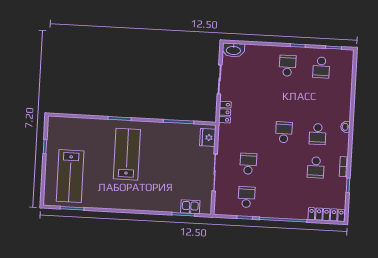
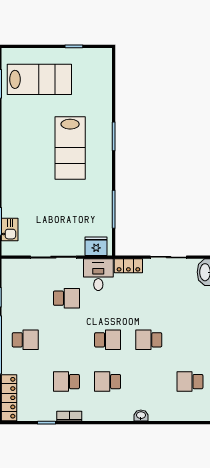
school desk: (287, 66) -> (149, 340), moved, turned 180
washbasin: (345, 127) -> (141, 415), moved
desk: (231, 137) -> (98, 275), added
lab bench: (127, 154) -> (70, 148), turned 90
lab bench: (70, 176) -> (39, 79), turned 180
school desk: (247, 197) -> (25, 340), moved

